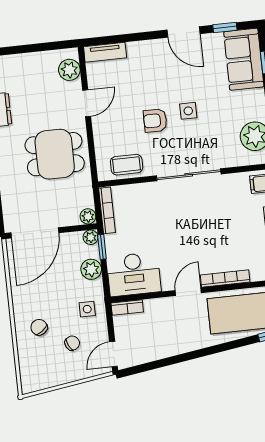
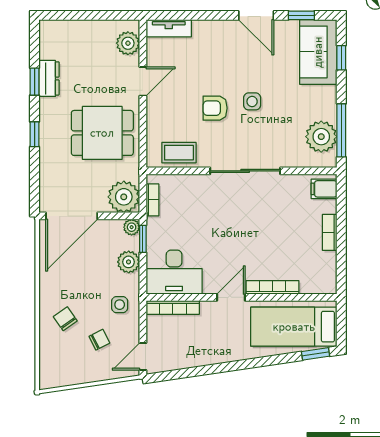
bookcase: (107, 210) -> (152, 200), width x0.64
plant: (88, 216) -> (124, 197), width x1.88, depth x1.88
bookcase: (127, 307) -> (173, 307), width x1.56

